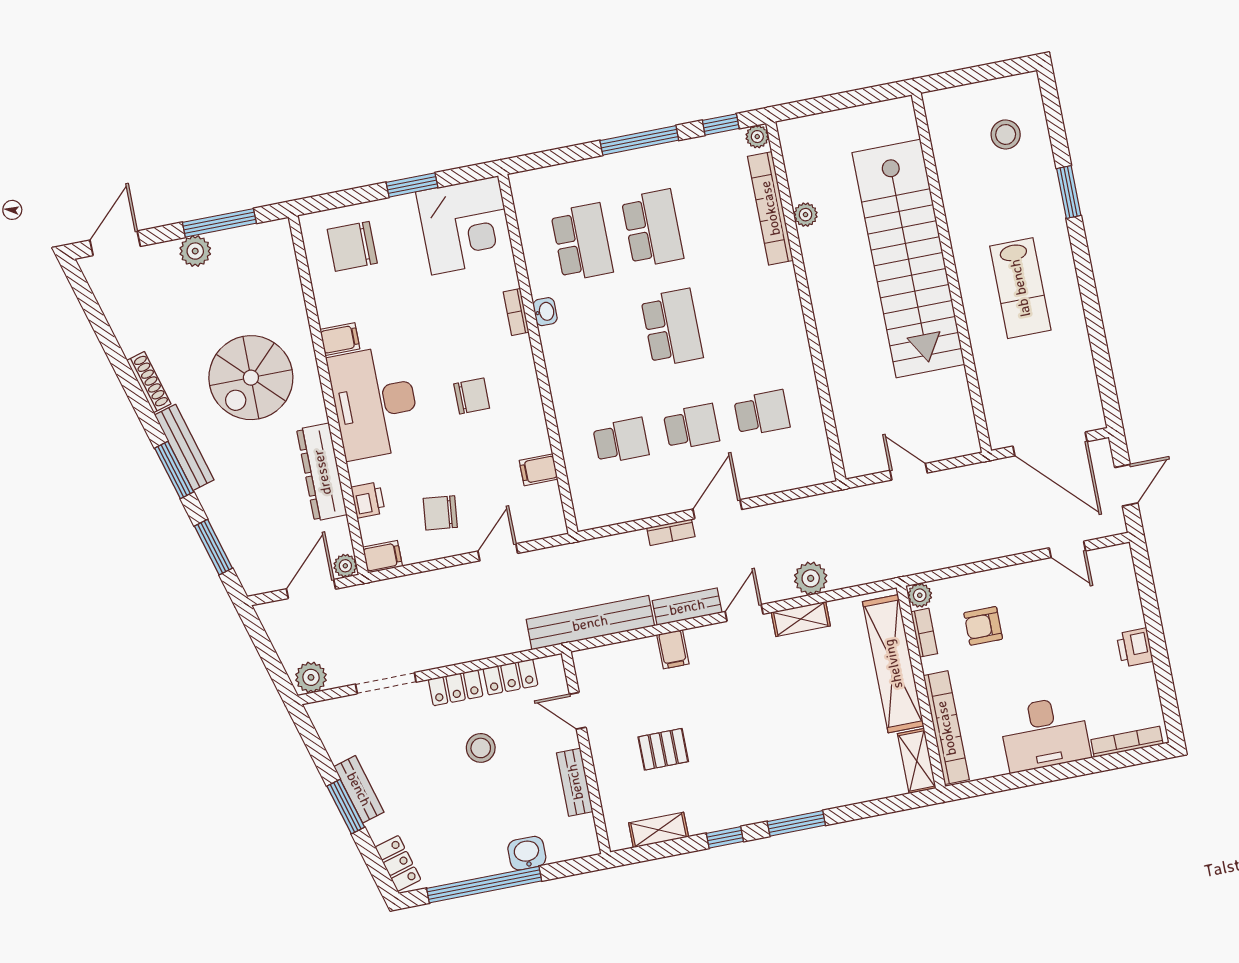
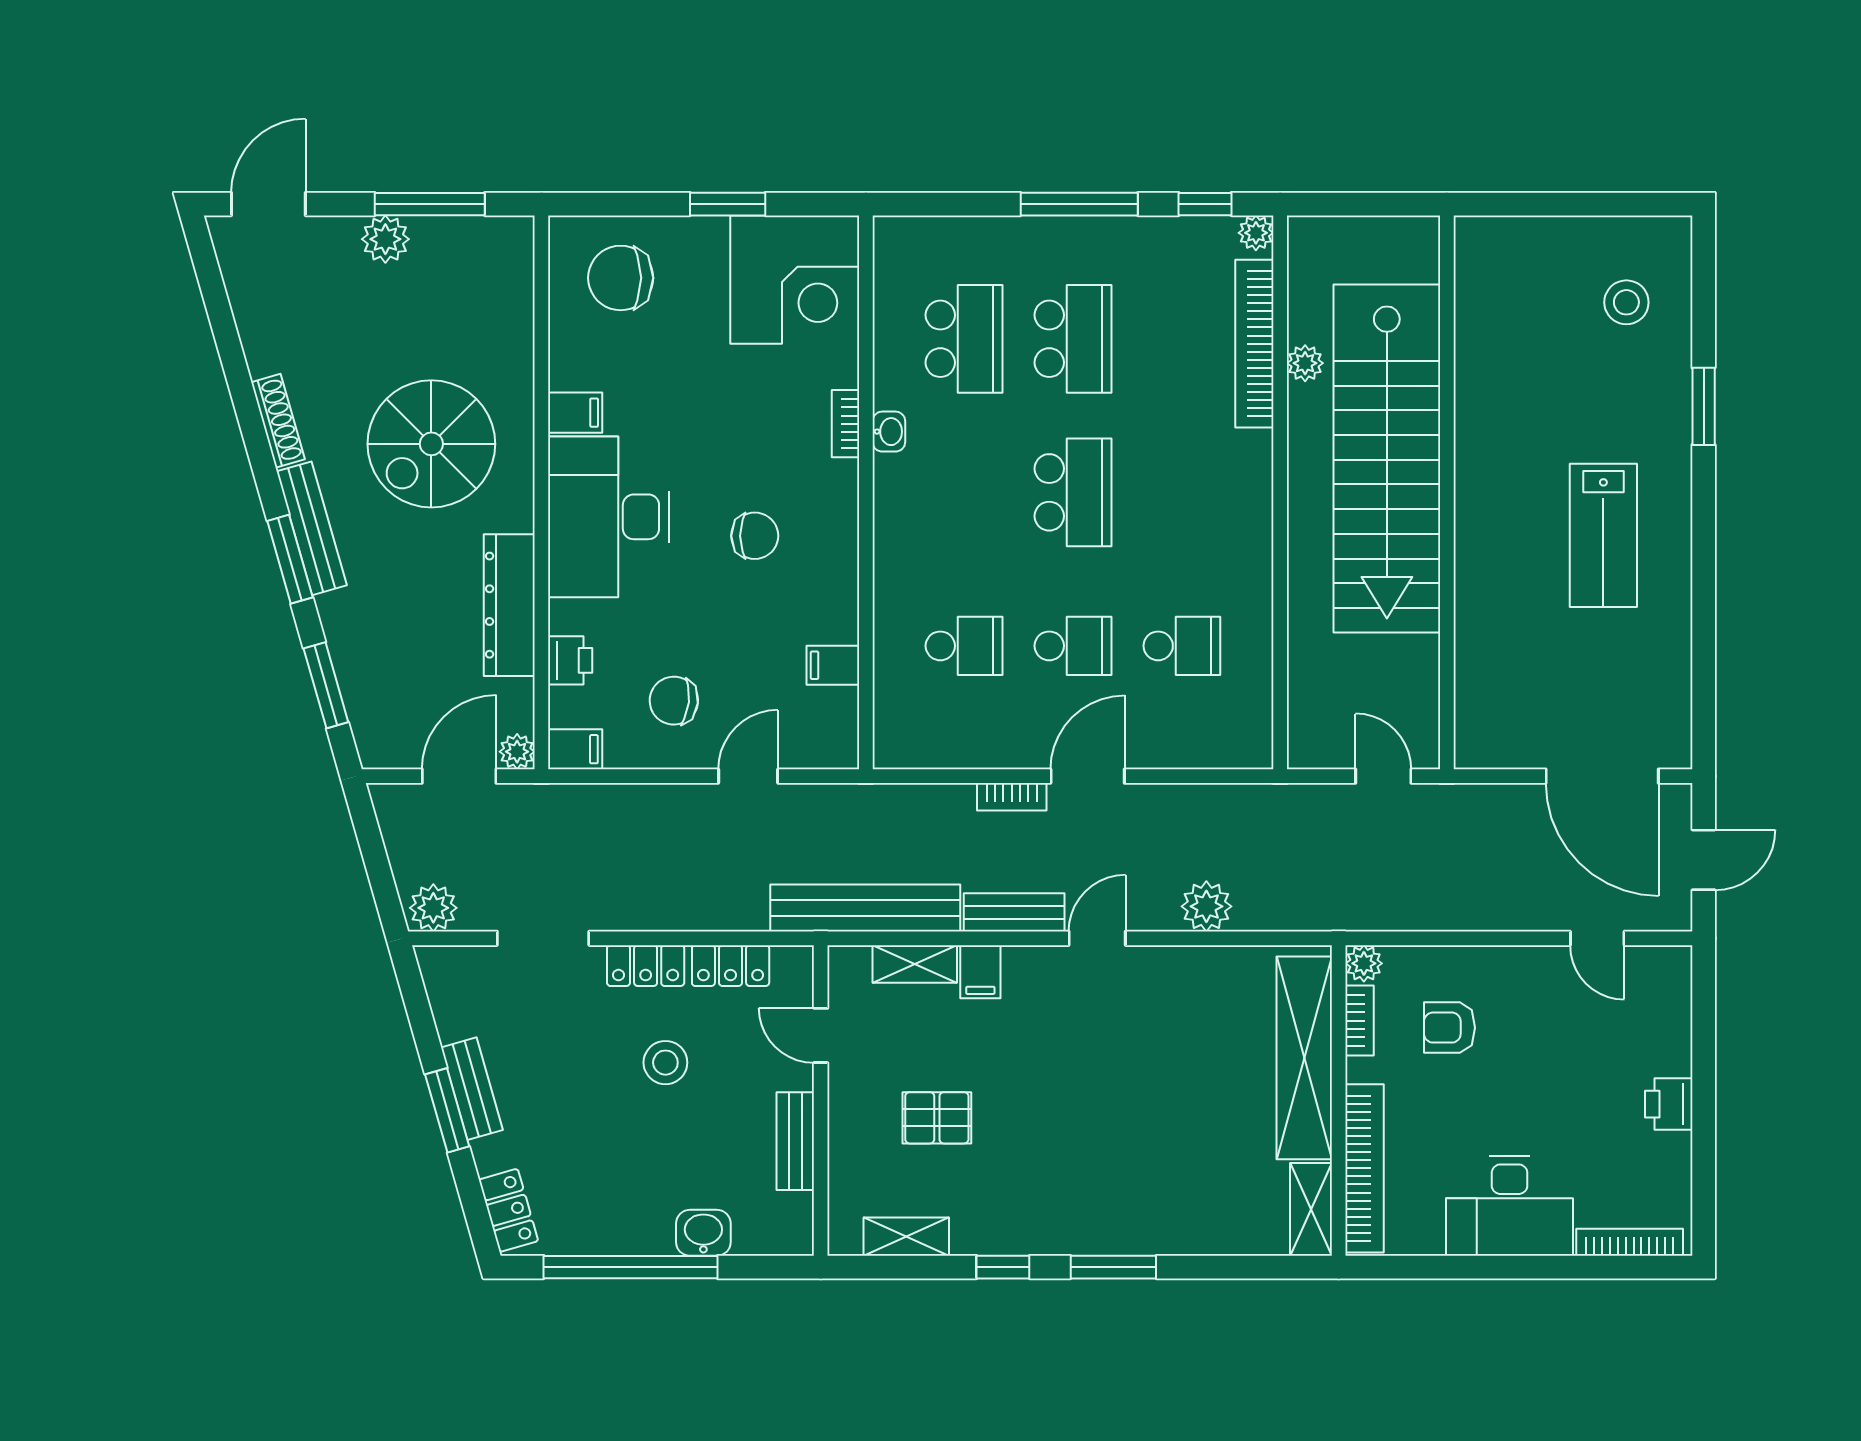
stairs: (908, 258) -> (1387, 458), moved
wall: (951, 273) -> (1447, 492), moved
shelving: (801, 619) -> (915, 964), moved

